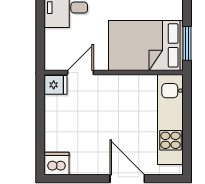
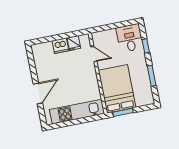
fridge: (55, 85) -> (74, 43), moved
dishwasher: (57, 163) -> (60, 46), moved, turned 90

